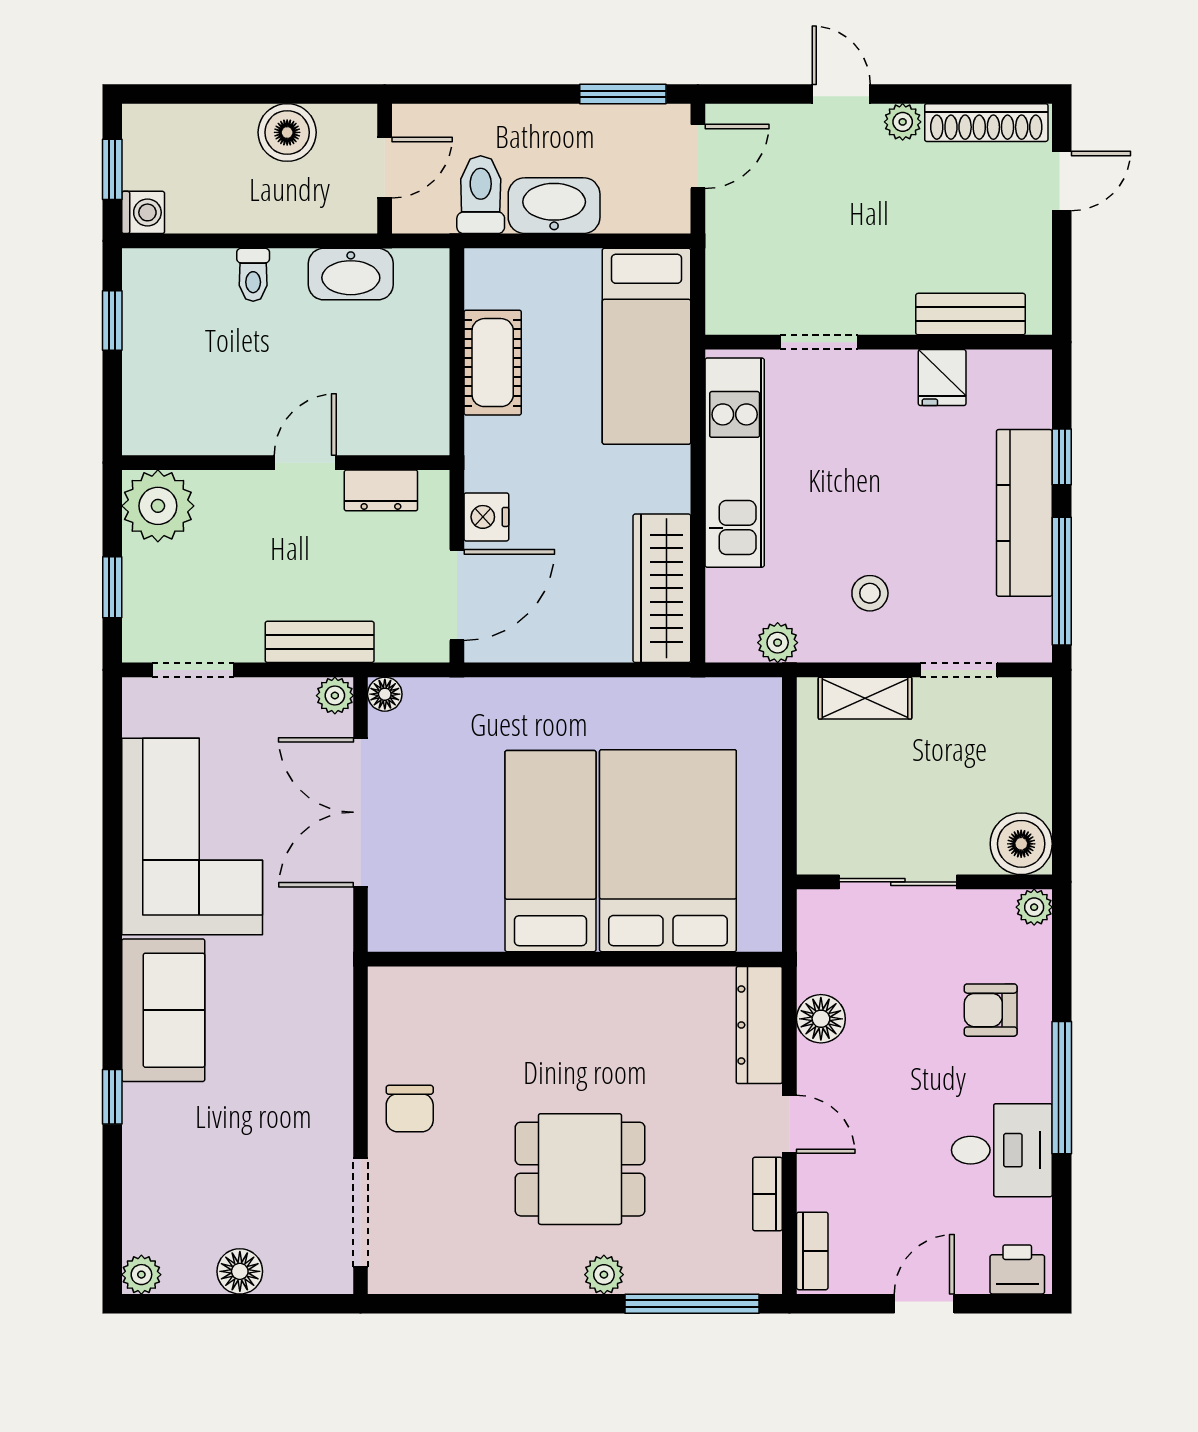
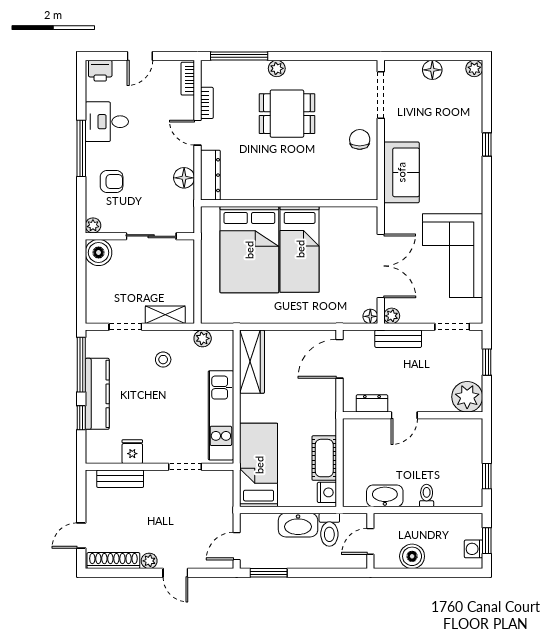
washing machine: (143, 212) -> (474, 549), moved
nightstand: (486, 517) -> (327, 492), moved
sofa: (163, 1010) -> (401, 172), moved, turned 180

